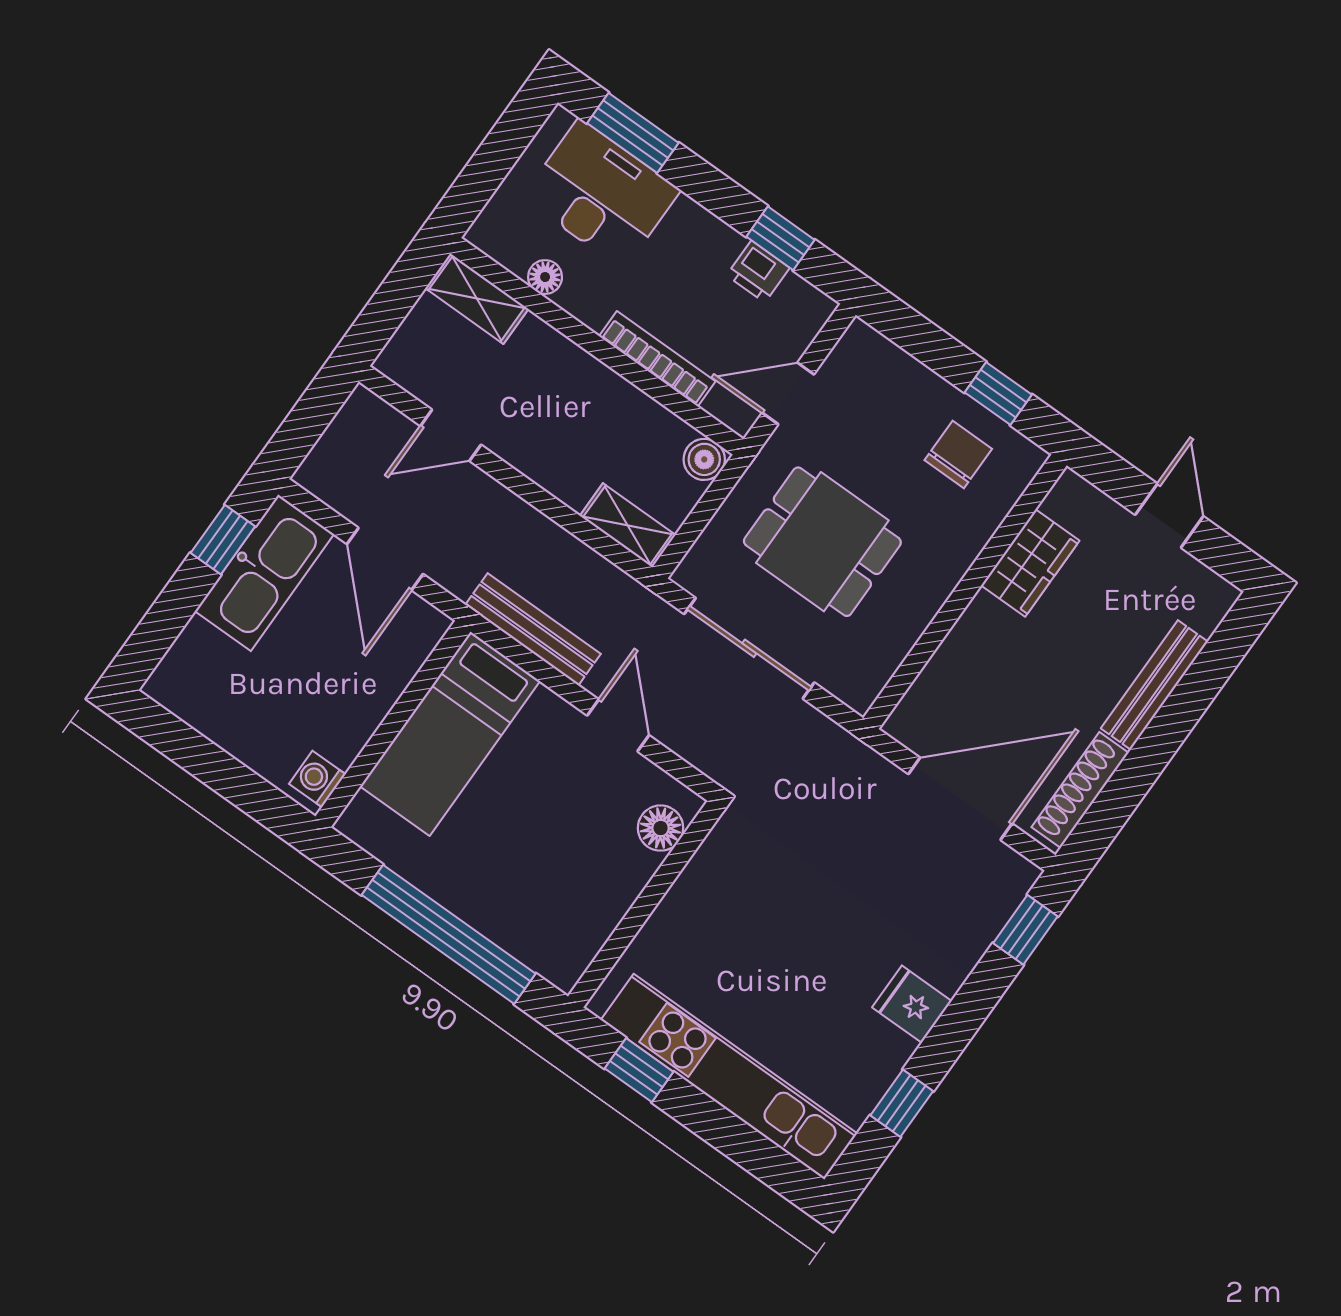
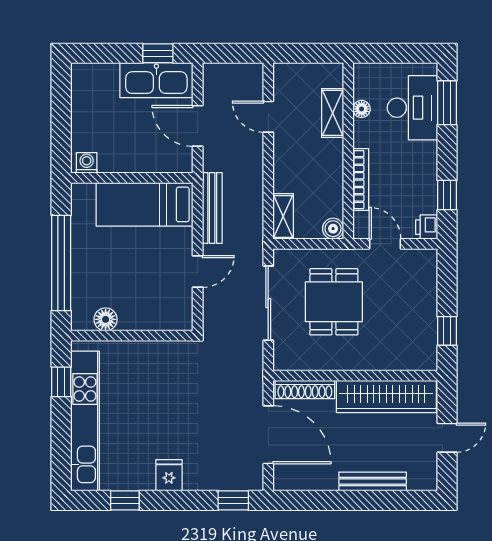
printer: (758, 272) -> (427, 227), moved
shelving: (477, 298) -> (333, 113), moved
chair: (958, 454) -> (410, 332), removed
door: (385, 559) -> (198, 126), hinge flipped
wardrobe: (1030, 563) -> (386, 397), width x2.10, depth x1.17
shoe rack: (1080, 790) -> (305, 390), moved, turned 180
floor lamp: (661, 828) -> (106, 319), moved

